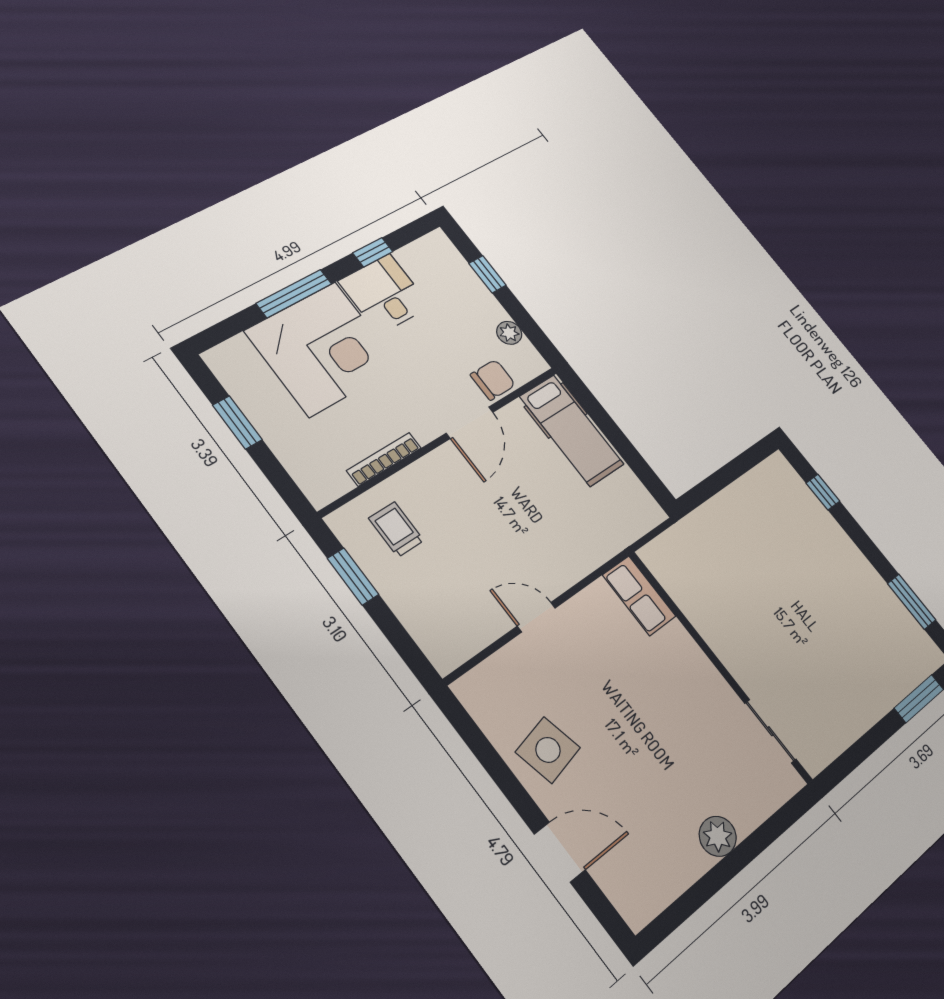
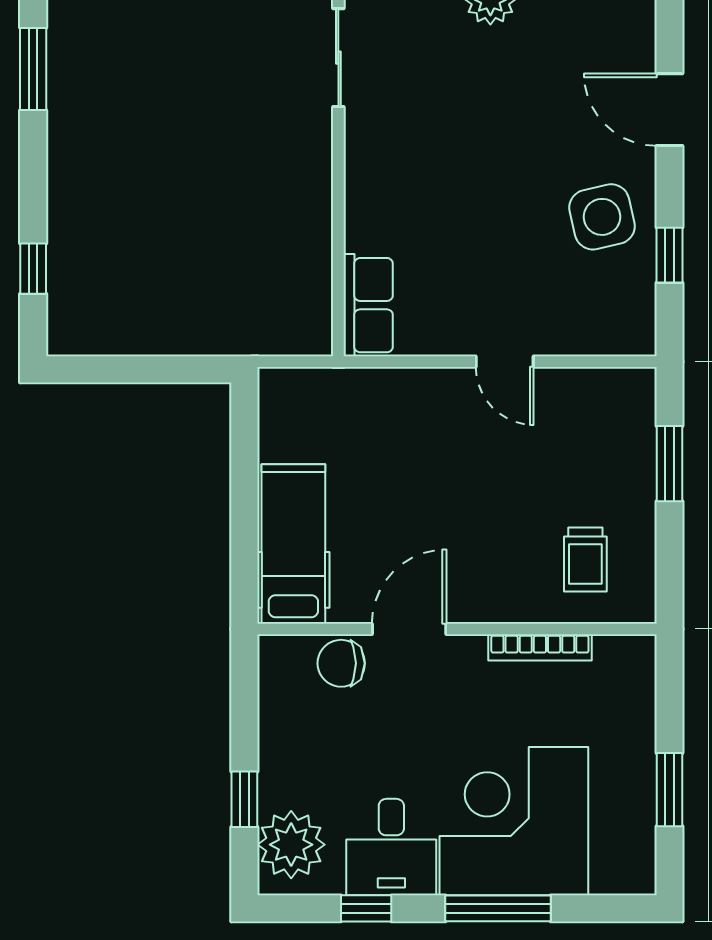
plant: (509, 333) -> (291, 845), moved, width x1.88, depth x1.88
window: (353, 576) -> (670, 464), moved
window: (488, 757) -> (670, 255), added

